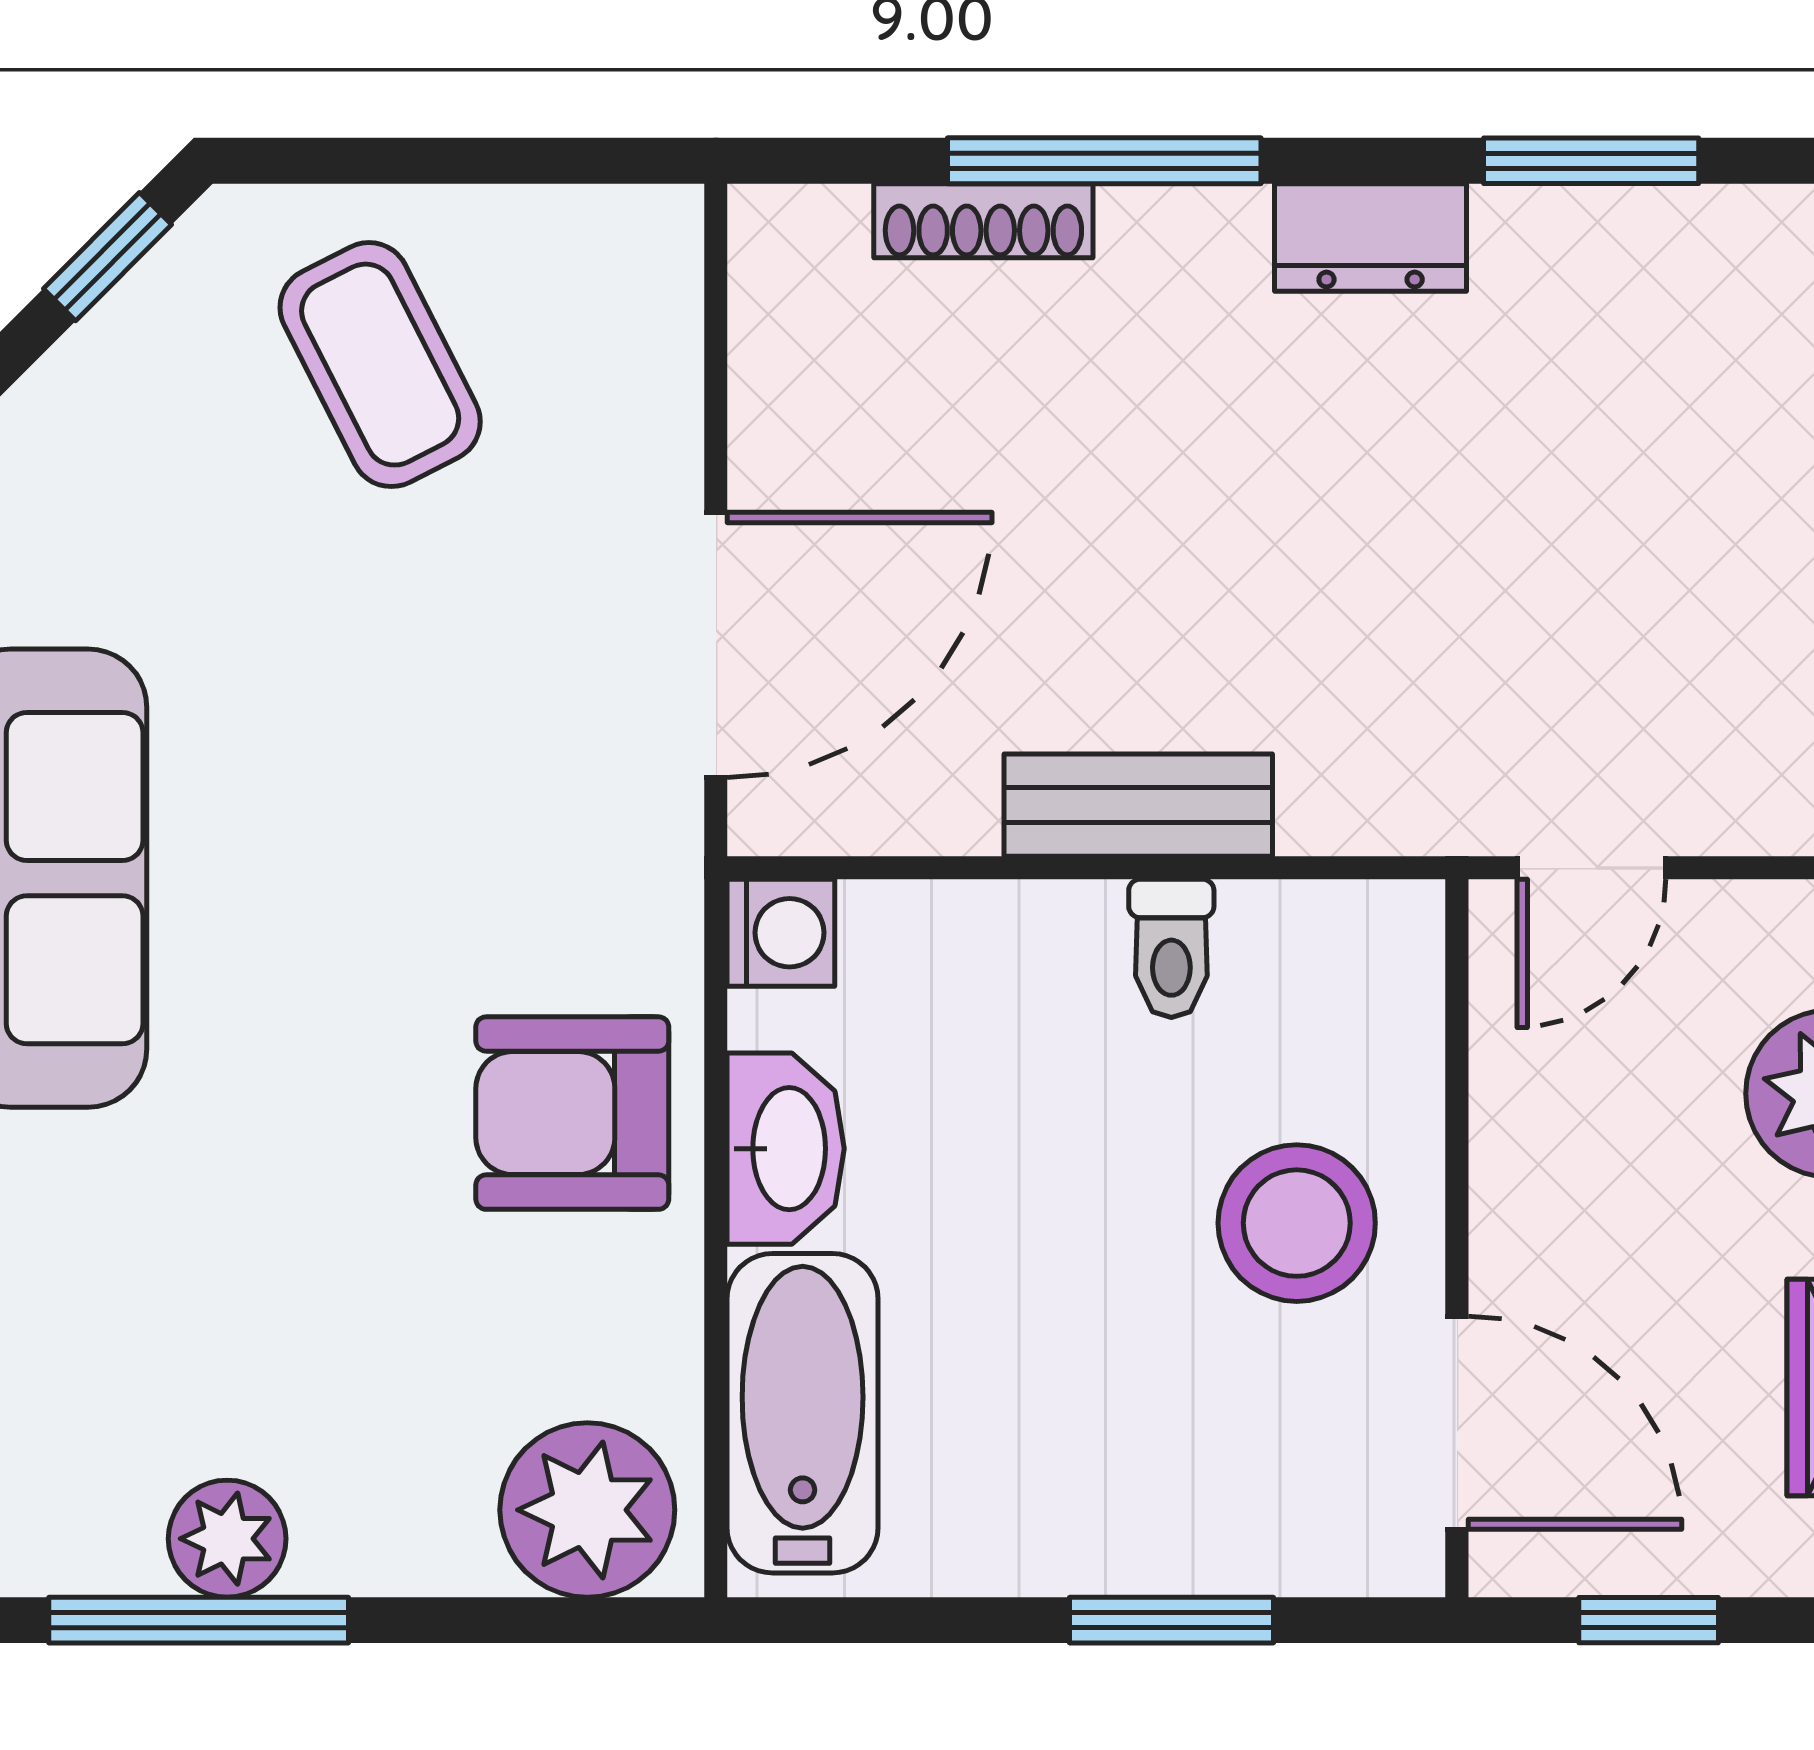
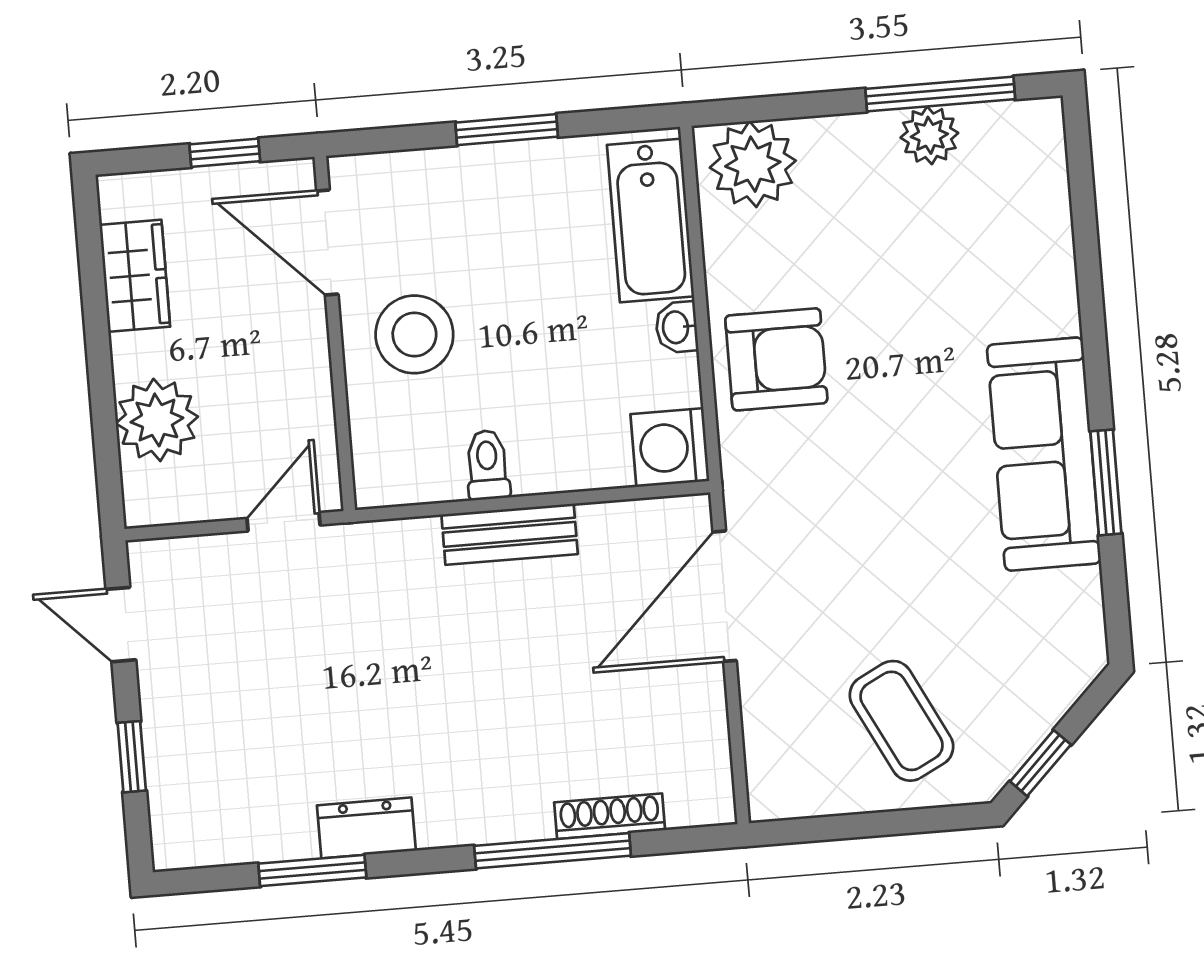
dresser: (1371, 237) -> (366, 828), moved
washing machine: (781, 933) -> (670, 448), width x1.38, depth x1.38
washbasin: (786, 1149) -> (677, 327), width x0.52, depth x0.69
window: (1172, 1620) -> (507, 130), moved

